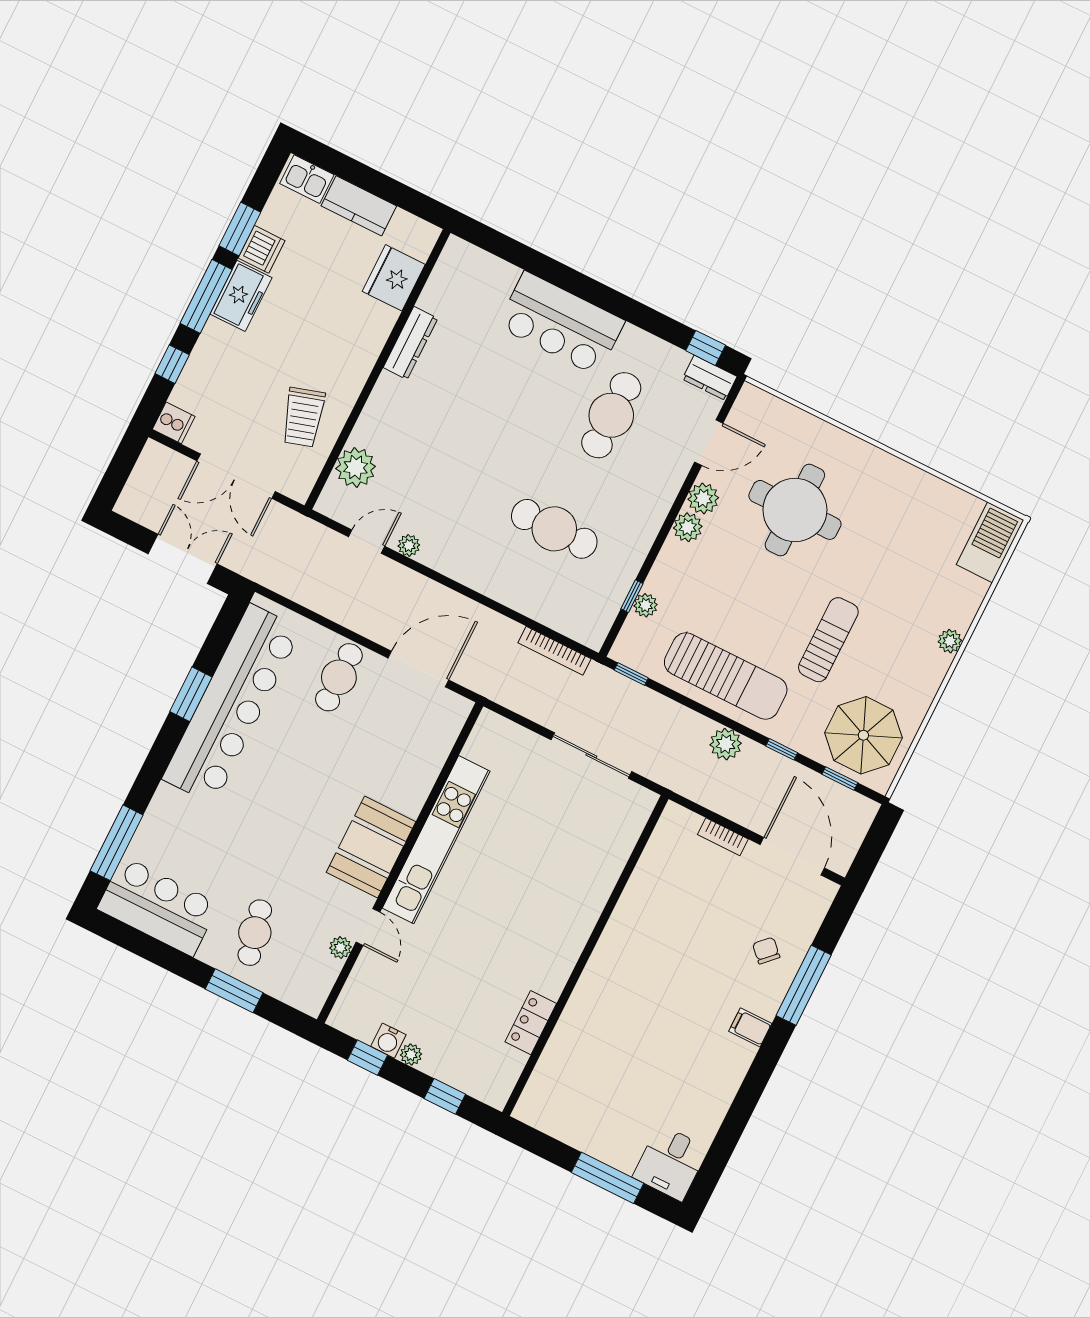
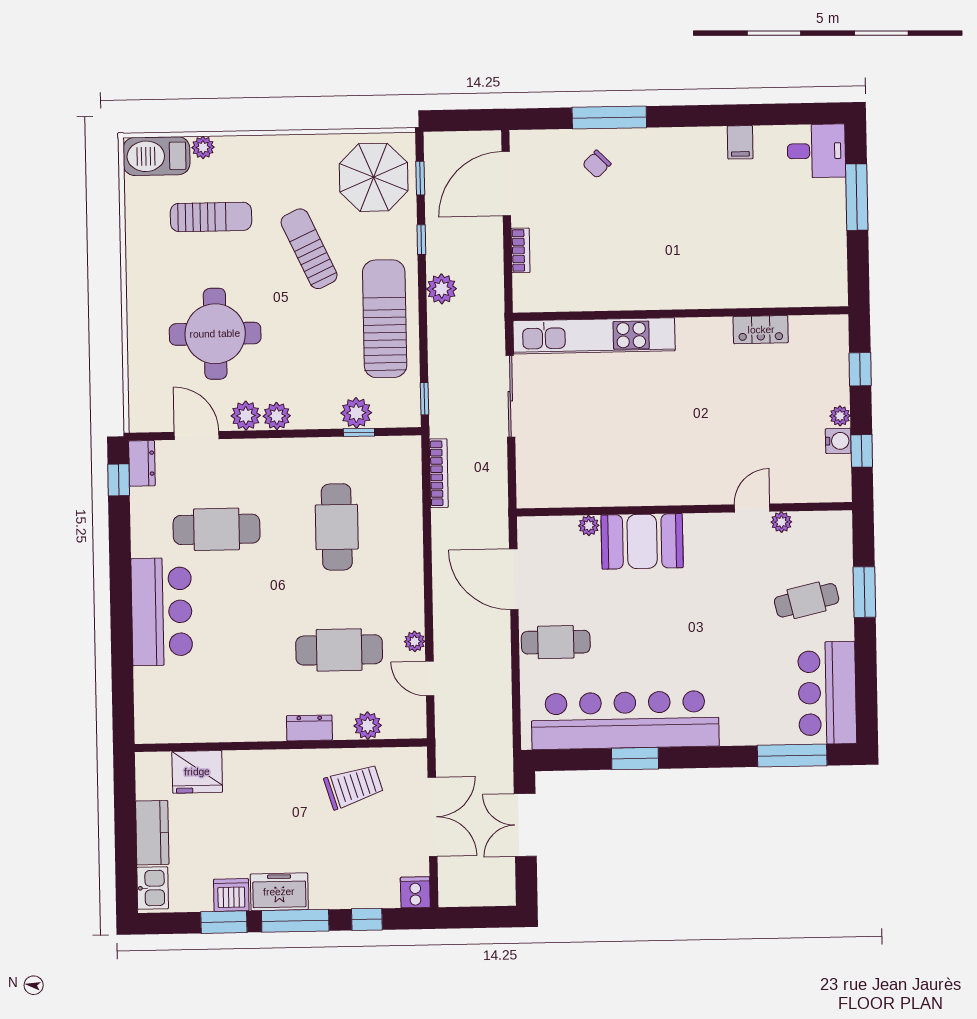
dresser: (410, 343) -> (309, 728), moved, width x0.70
plant: (356, 467) -> (368, 726), width x0.73, depth x0.73
cafe table: (438, 471) -> (339, 650), added
sun lounger: (906, 564) -> (211, 217), added
plant: (646, 605) -> (356, 413), width x1.38, depth x1.38
sun lounger: (828, 640) -> (309, 249), turned 65
plant: (950, 641) -> (203, 147), moved
plant: (432, 765) -> (589, 526), added
kitchen unit: (436, 840) -> (594, 336), moved, turned 180
booth: (371, 847) -> (642, 541), moved
filing cabinet: (750, 1027) -> (740, 142), moved

